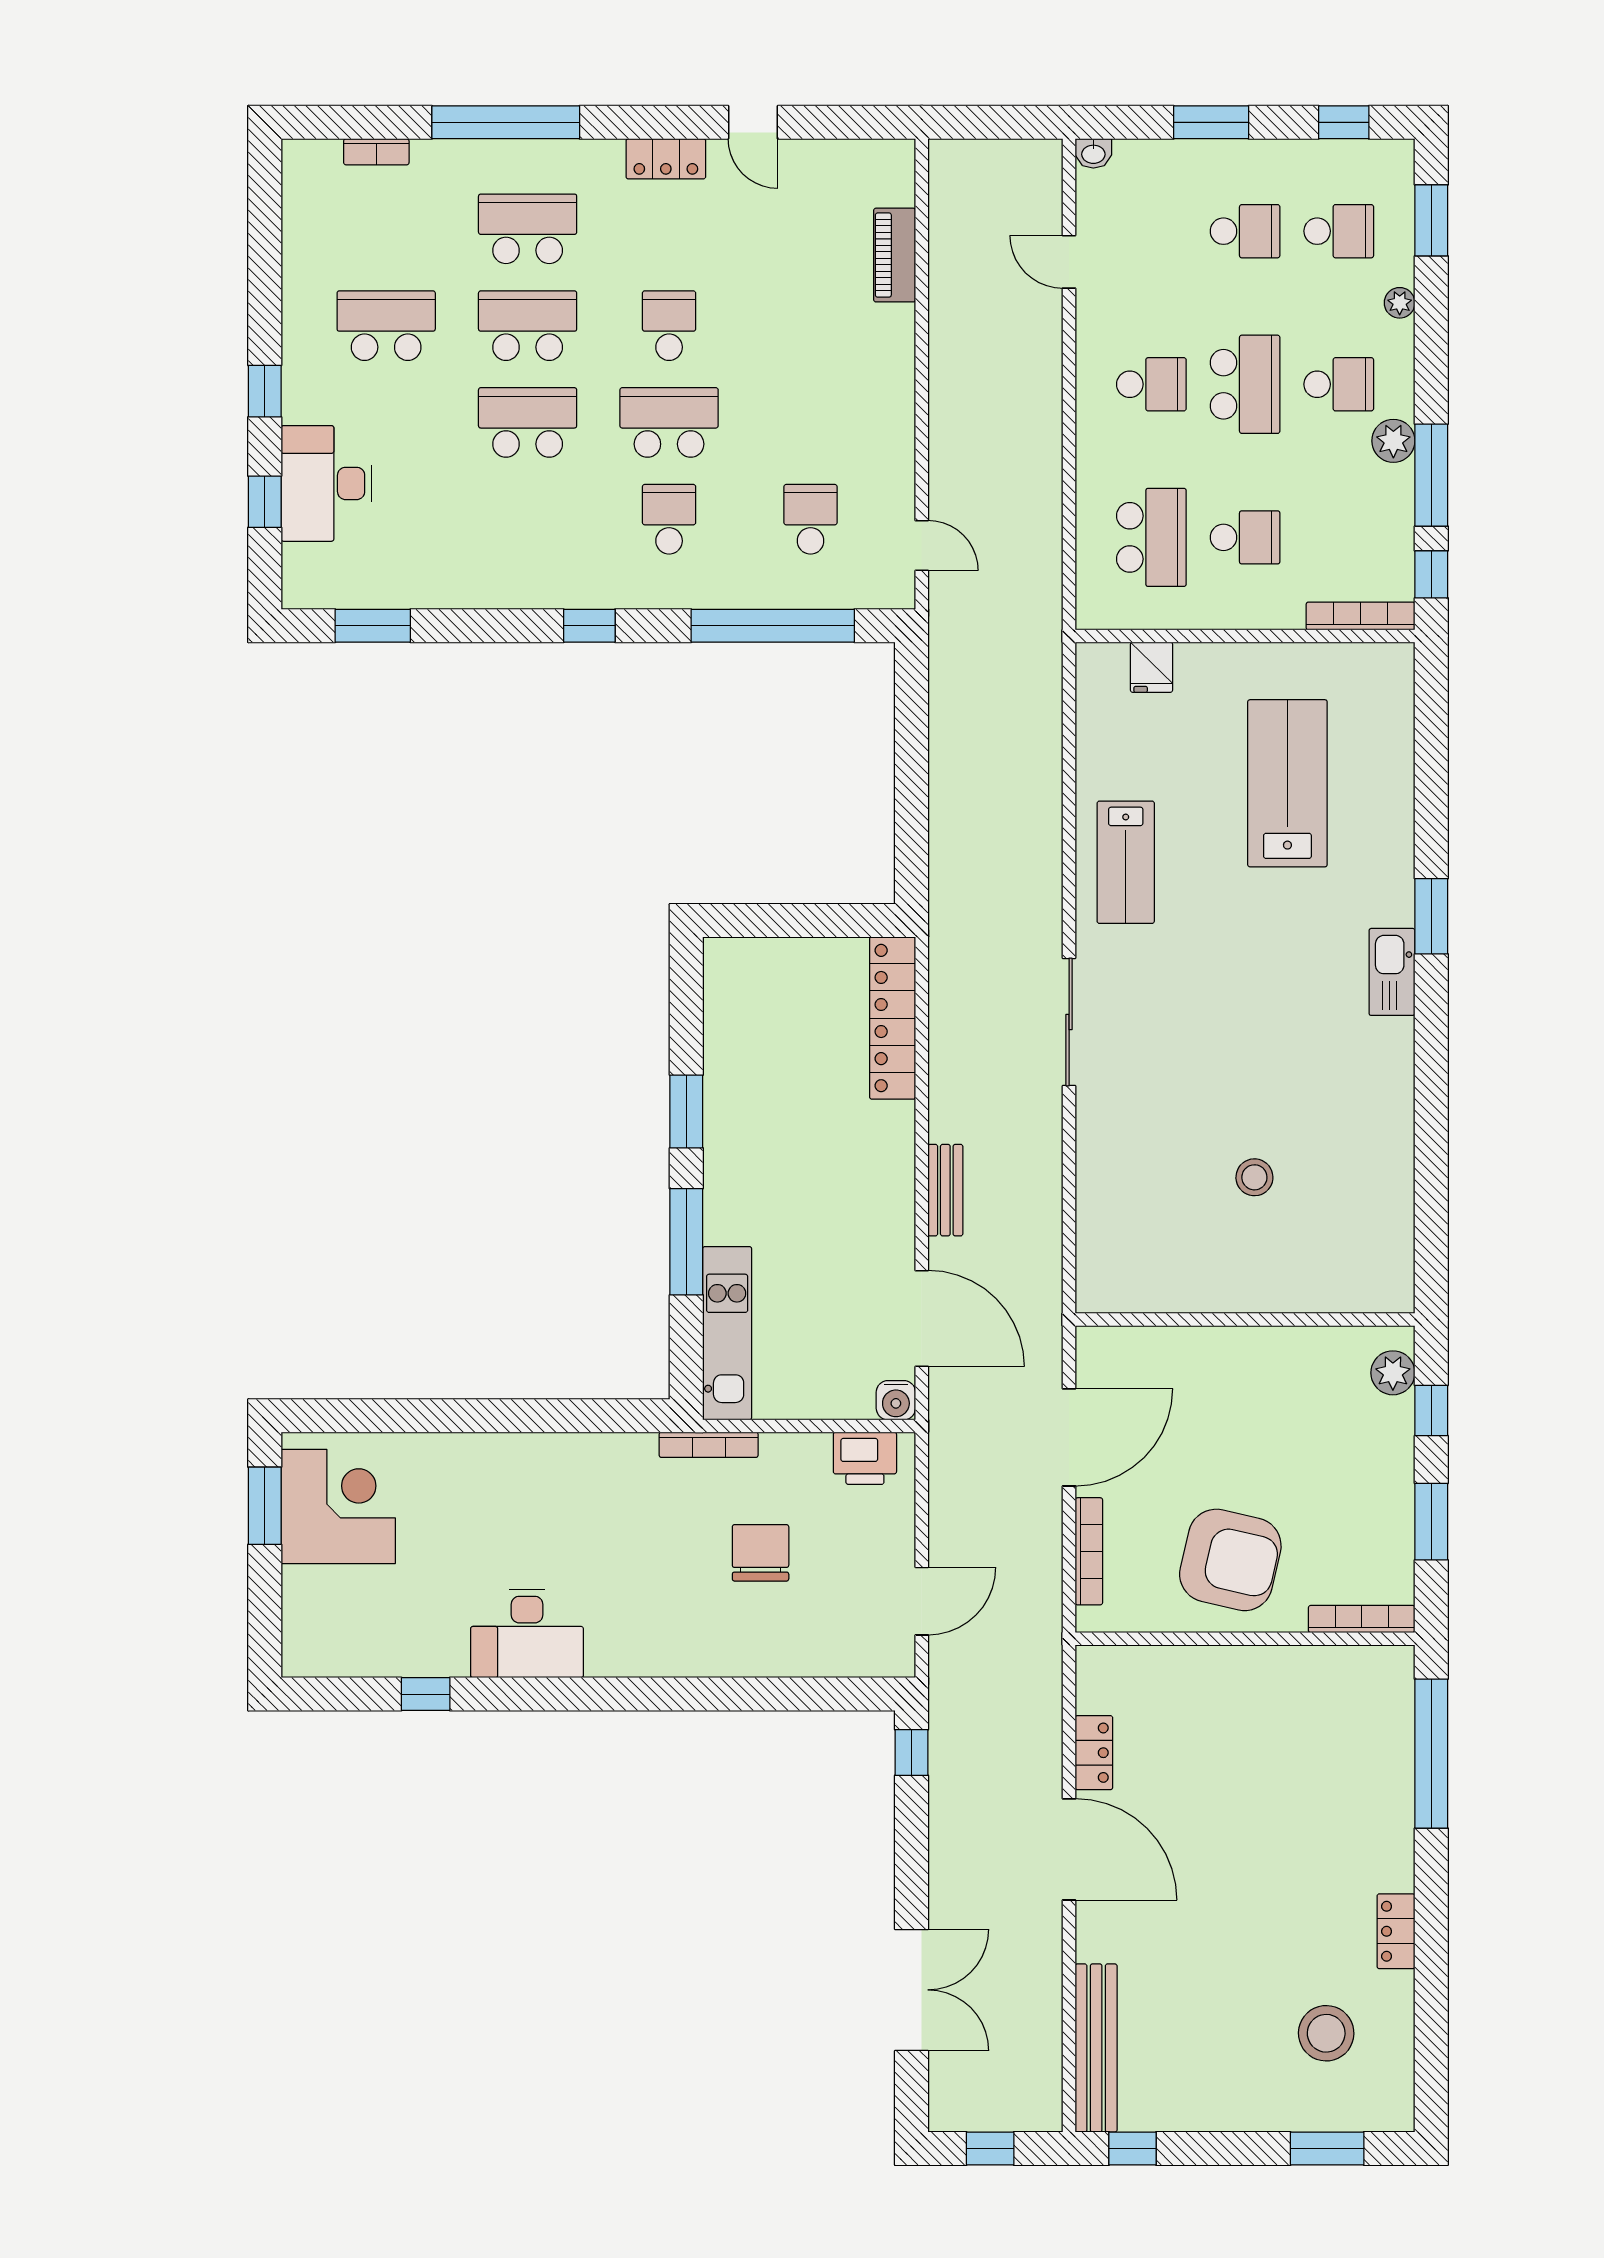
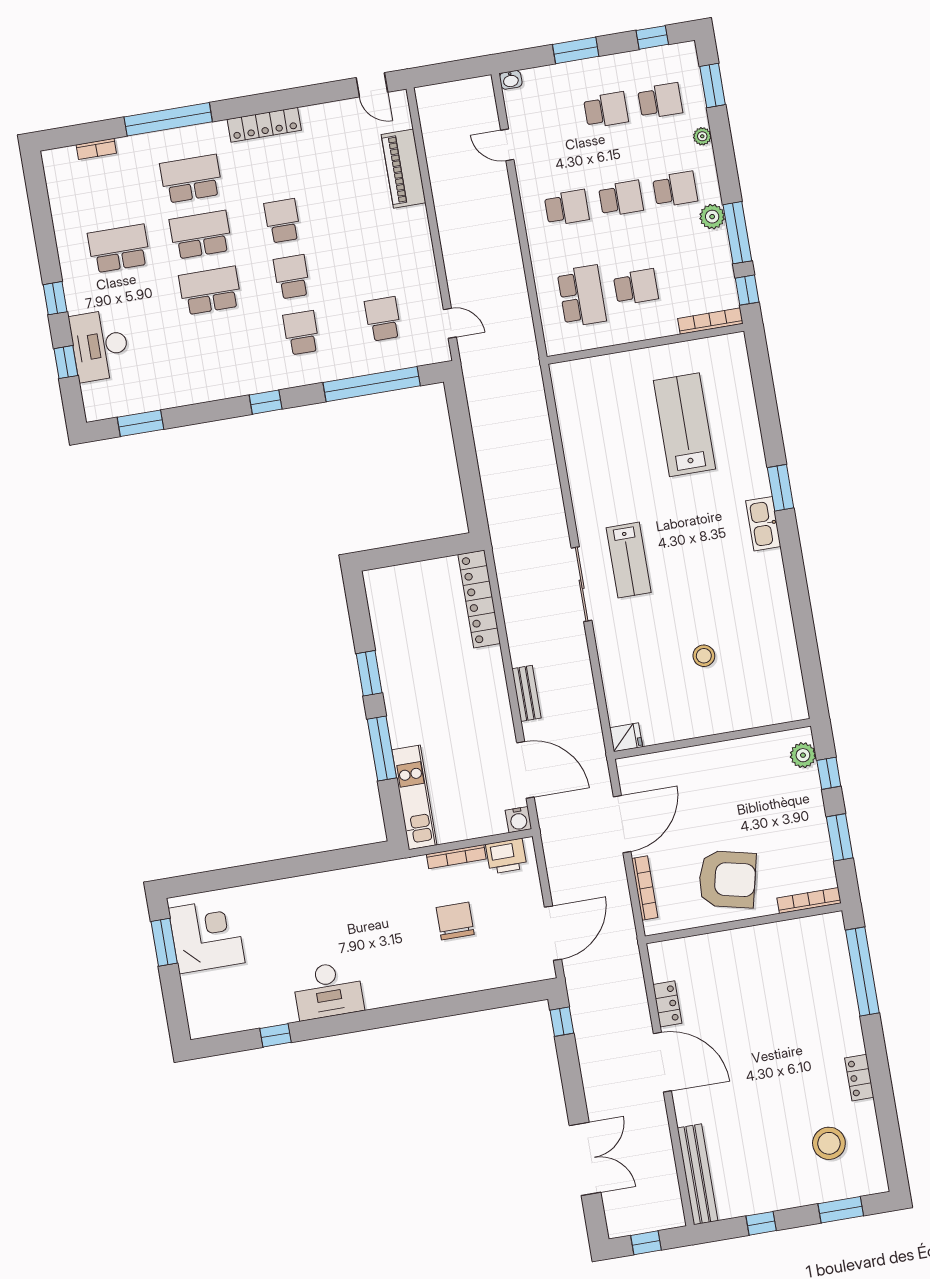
door: (753, 122) -> (372, 85), moved
locker: (666, 159) -> (264, 125), width x1.53
piano: (895, 255) -> (404, 169), width x1.37, depth x1.33
school desk: (1245, 384) -> (621, 198), width x0.54
school desk: (669, 422) -> (292, 277), width x0.54
fridge: (1152, 667) -> (626, 737), moved, turned -90
lab bench: (1126, 862) -> (629, 560), moved
bookcase: (709, 1445) -> (456, 857), moved
door: (922, 1601) -> (553, 933), width x1.36
window: (1132, 2148) -> (761, 1223), moved

